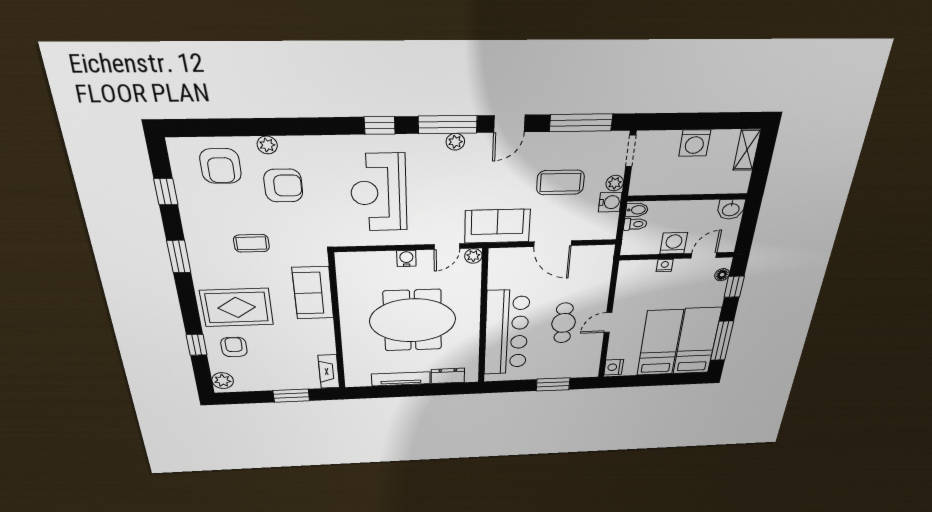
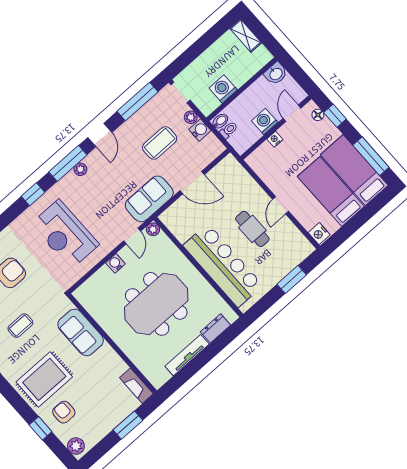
washing machine: (695, 143) -> (223, 89), moved, turned 180

